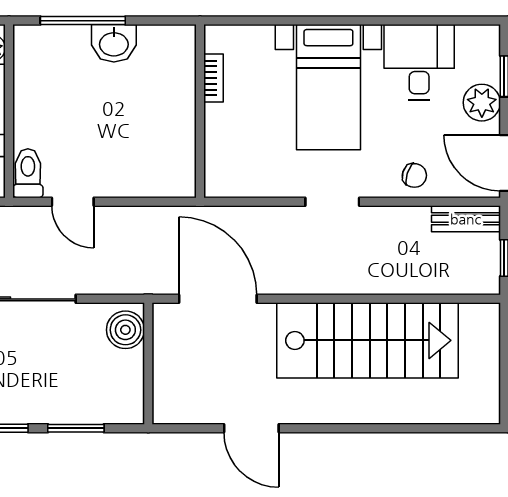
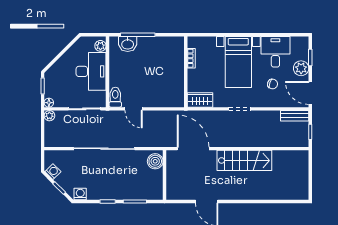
washbasin: (114, 43) -> (128, 44), moved
chair: (414, 175) -> (273, 84), moved
wardrobe: (235, 180) -> (200, 100), added
stairs: (367, 340) -> (244, 160), width x0.73, depth x0.66

